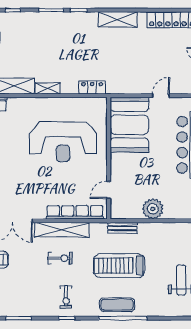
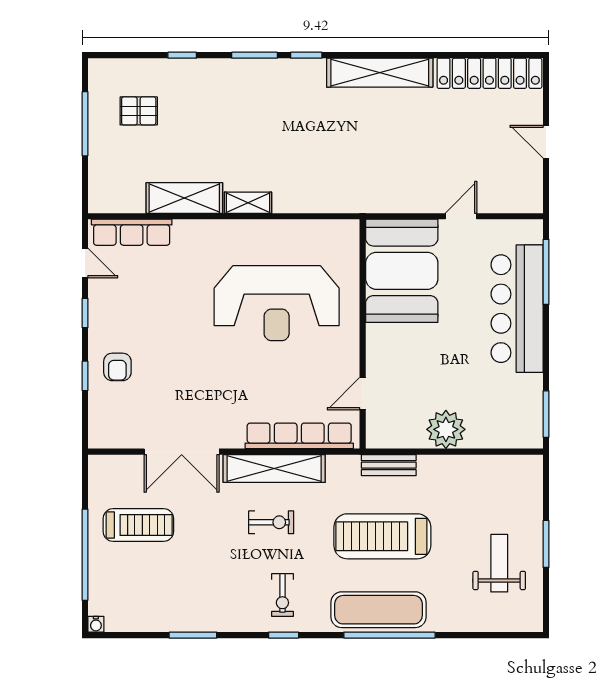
shelving: (118, 19) -> (380, 73), width x1.47
locker: (92, 87) -> (332, 201), removed
exercise mat: (117, 305) -> (378, 610), width x1.36, depth x1.45

